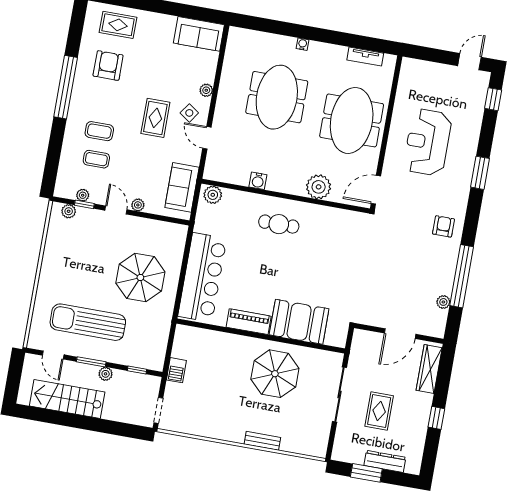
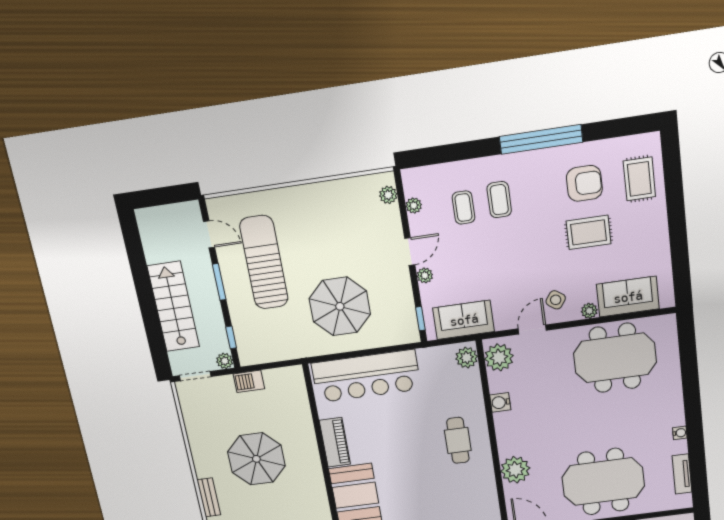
sofa: (199, 34) -> (628, 297), moved, turned 90
water cooler: (303, 44) -> (680, 433), moved
meeting table: (277, 97) -> (615, 358), moved
rug: (155, 118) -> (589, 232), moved
plant: (221, 170) -> (499, 357), added
window: (84, 204) -> (420, 319), moved
door: (53, 355) -> (209, 234), swing flipped
plant: (106, 374) -> (225, 361), moved
parasol: (275, 374) -> (256, 459), moved
stairs: (67, 399) -> (173, 307), moved

